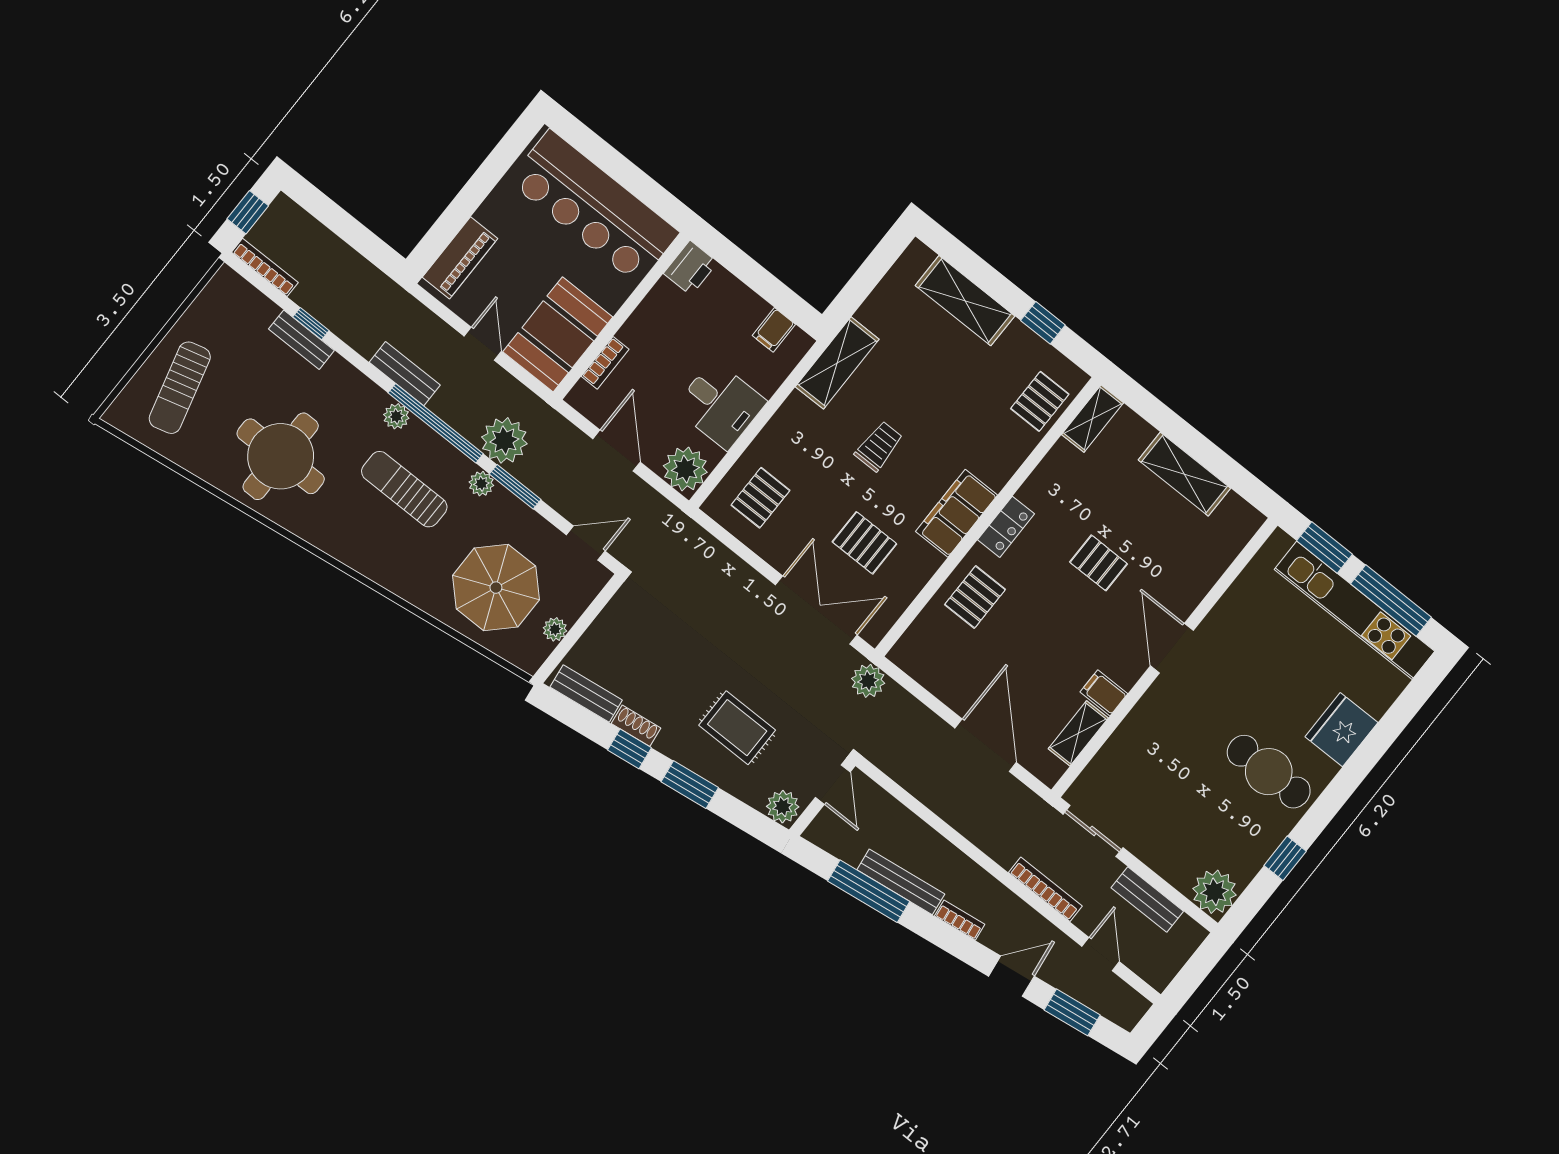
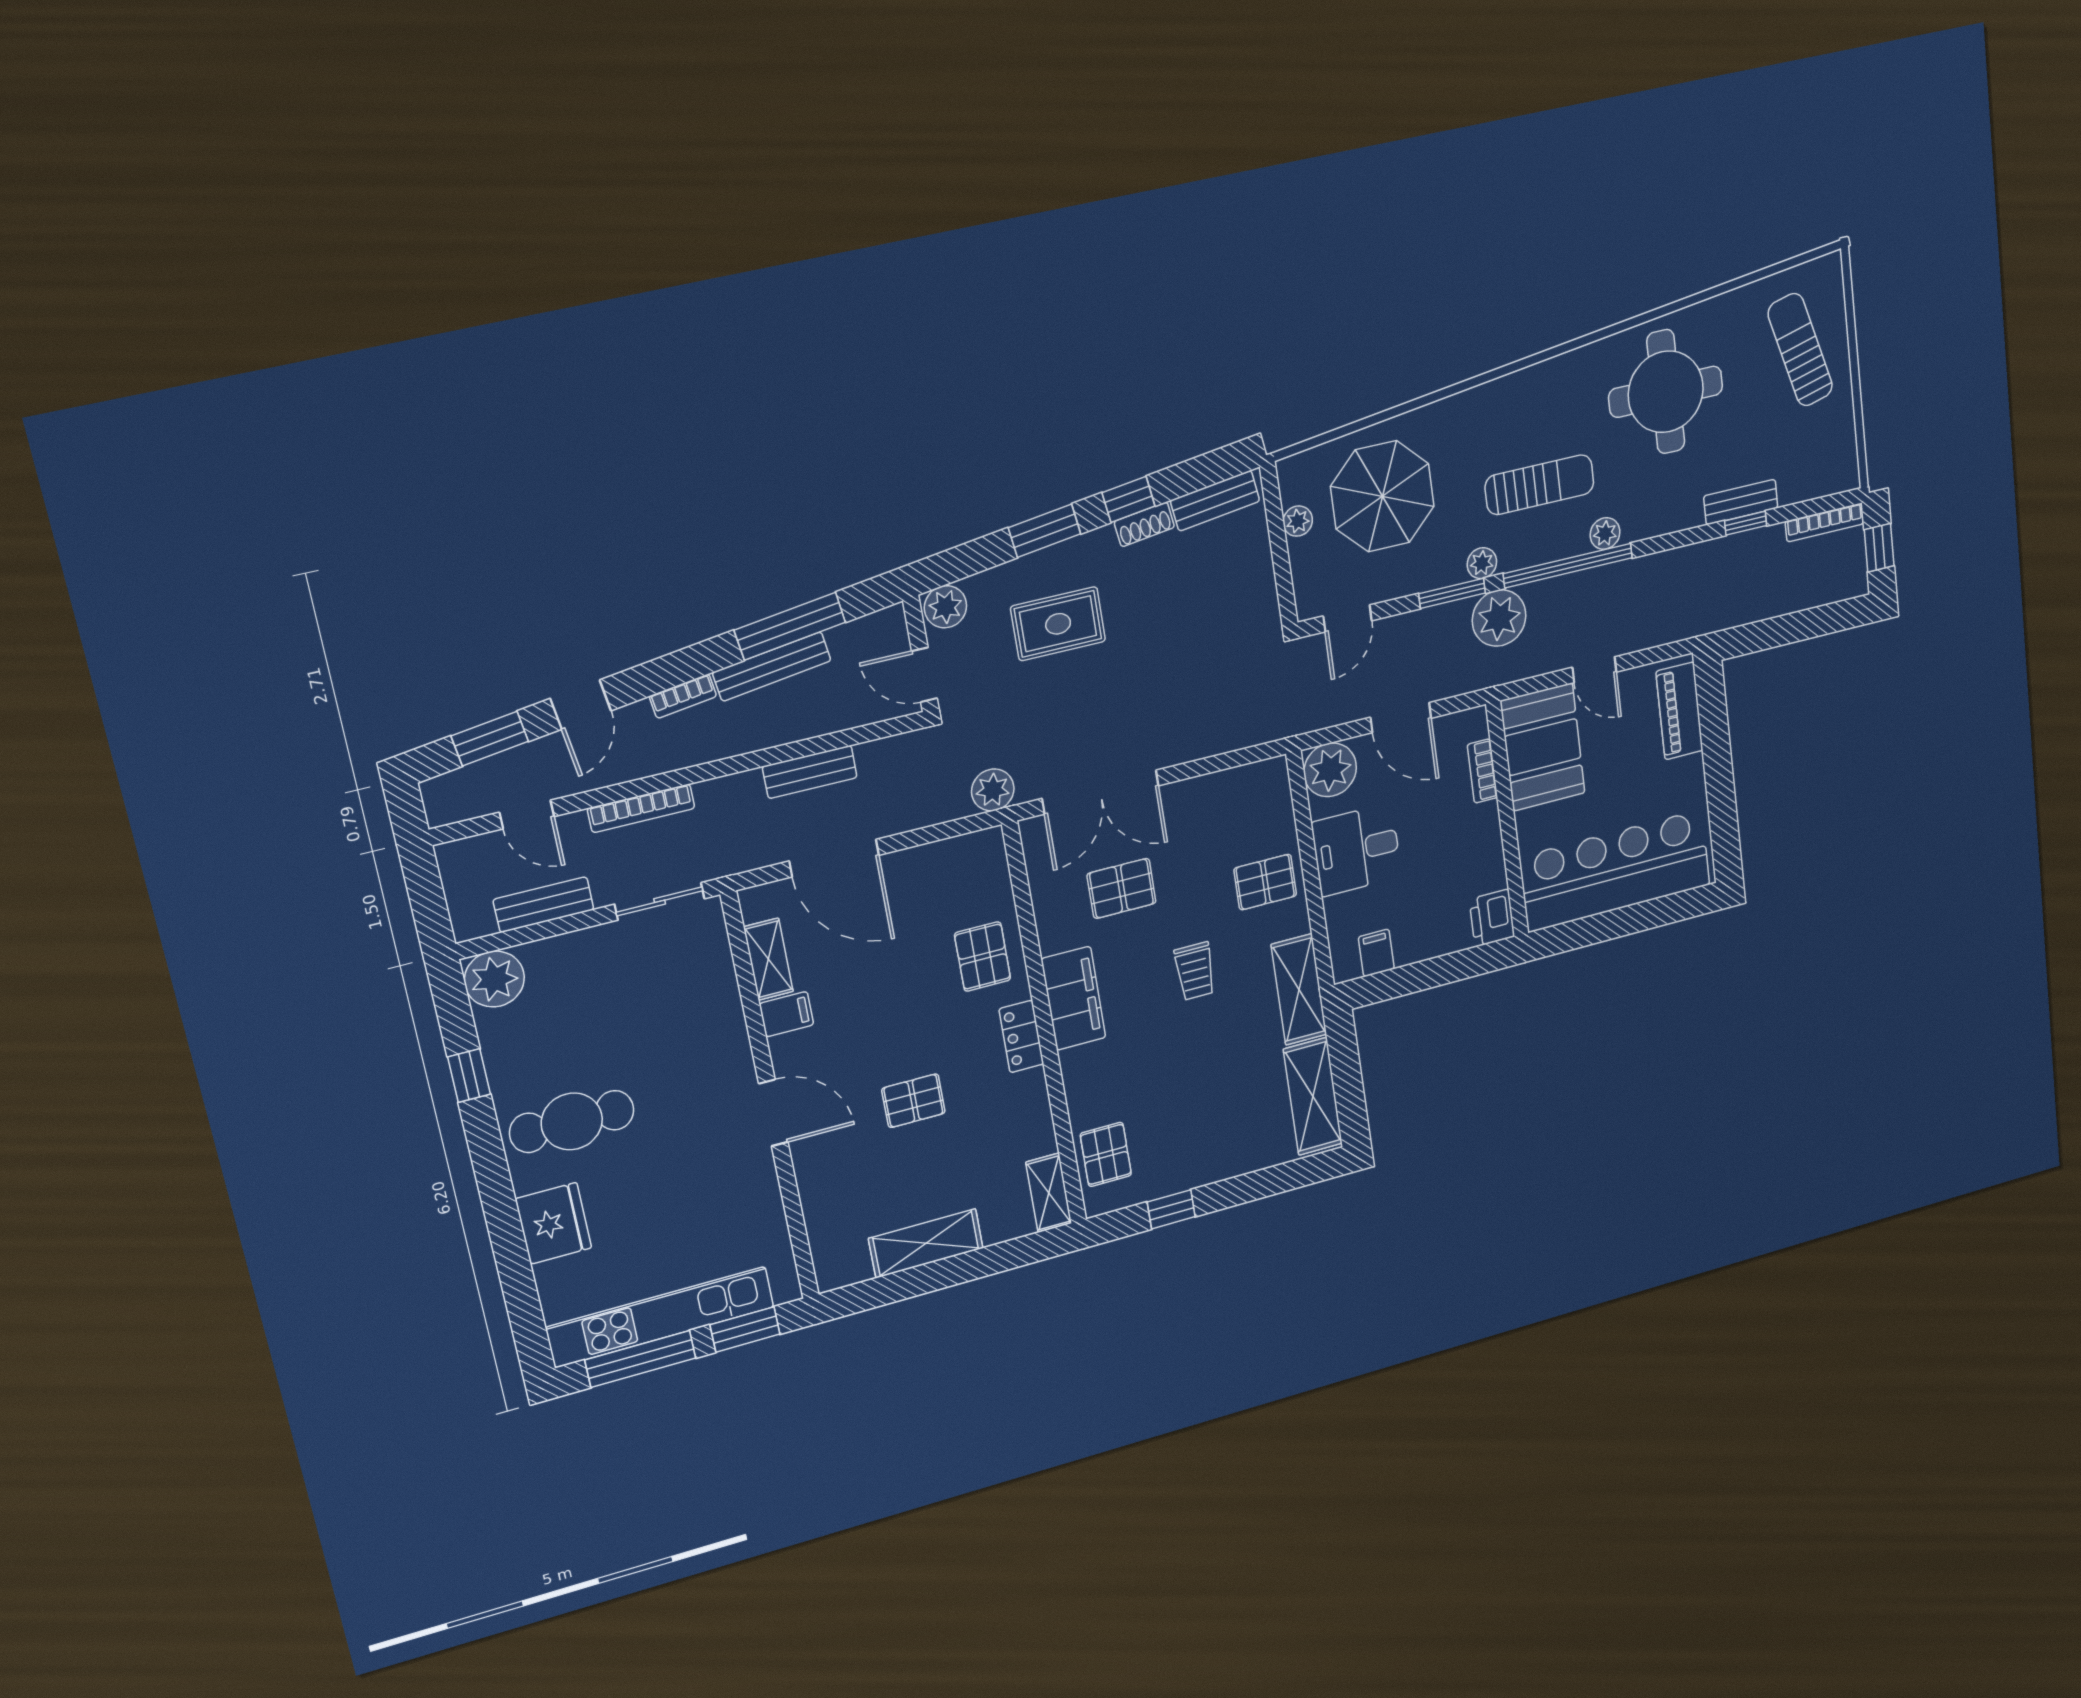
shelving: (965, 301) -> (1313, 1096), moved, turned 90
bench: (405, 374) -> (810, 772), moved
pallet: (760, 498) -> (1265, 882), moved, turned 90

